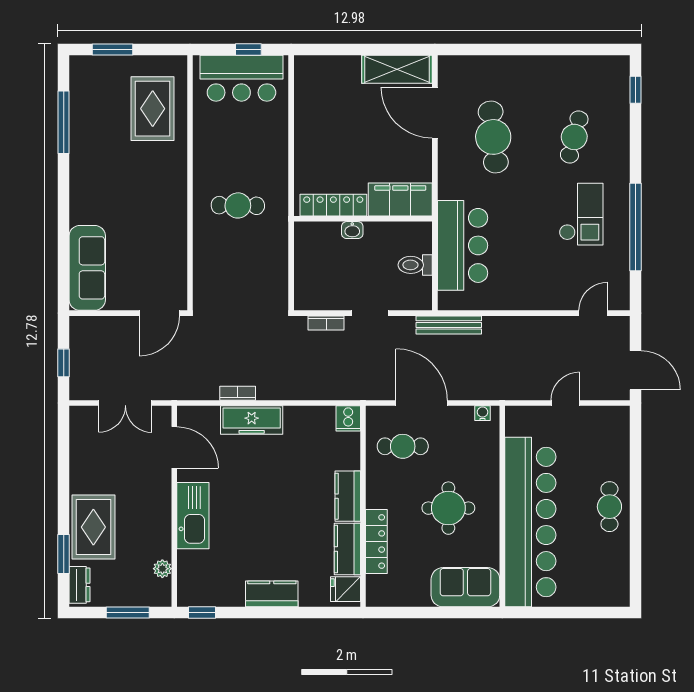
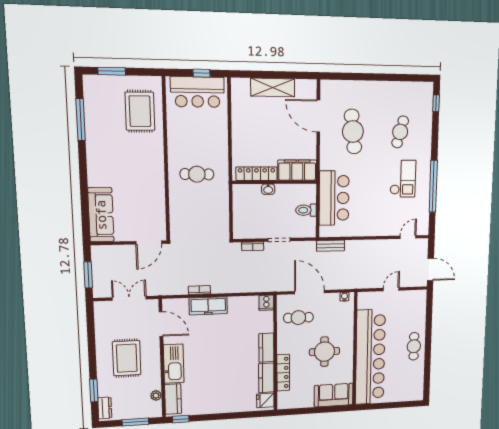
shelving: (397, 69) -> (273, 88), moved
bench: (449, 325) -> (331, 246), width x0.73
window: (64, 363) -> (88, 275), width x1.50
double door: (125, 403) -> (129, 298), swing flipped
rug: (93, 527) -> (127, 358), moved
kitchen counter: (272, 594) -> (173, 399), moved, turned 90

